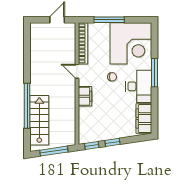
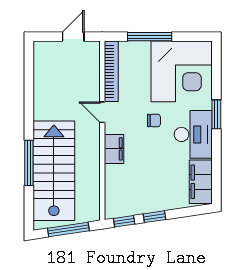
window: (155, 73) -> (216, 114), width x0.69
window: (27, 106) -> (29, 163), width x0.68
stairs: (39, 120) -> (54, 171), width x1.36, depth x1.51

